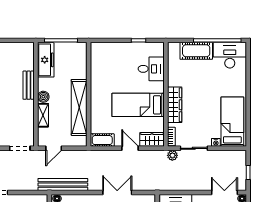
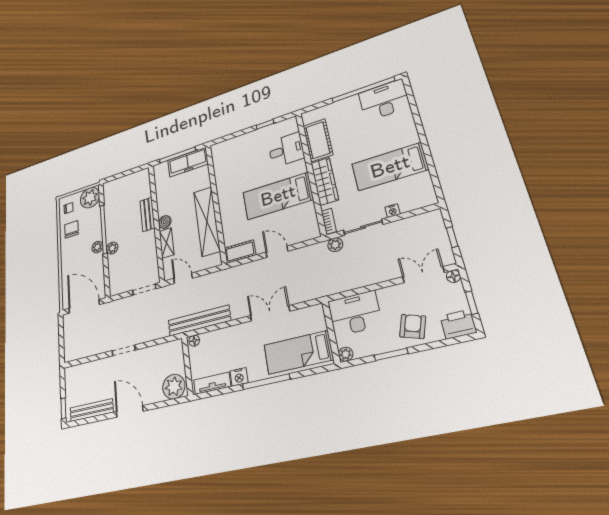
cot: (196, 51) -> (318, 140), moved, turned 90
freezer: (46, 60) -> (188, 162), moved, turned 90
bed: (232, 122) -> (390, 167), moved, turned -90
wardrobe: (152, 139) -> (303, 232), removed
door: (54, 148) -> (183, 278), swing flipped

